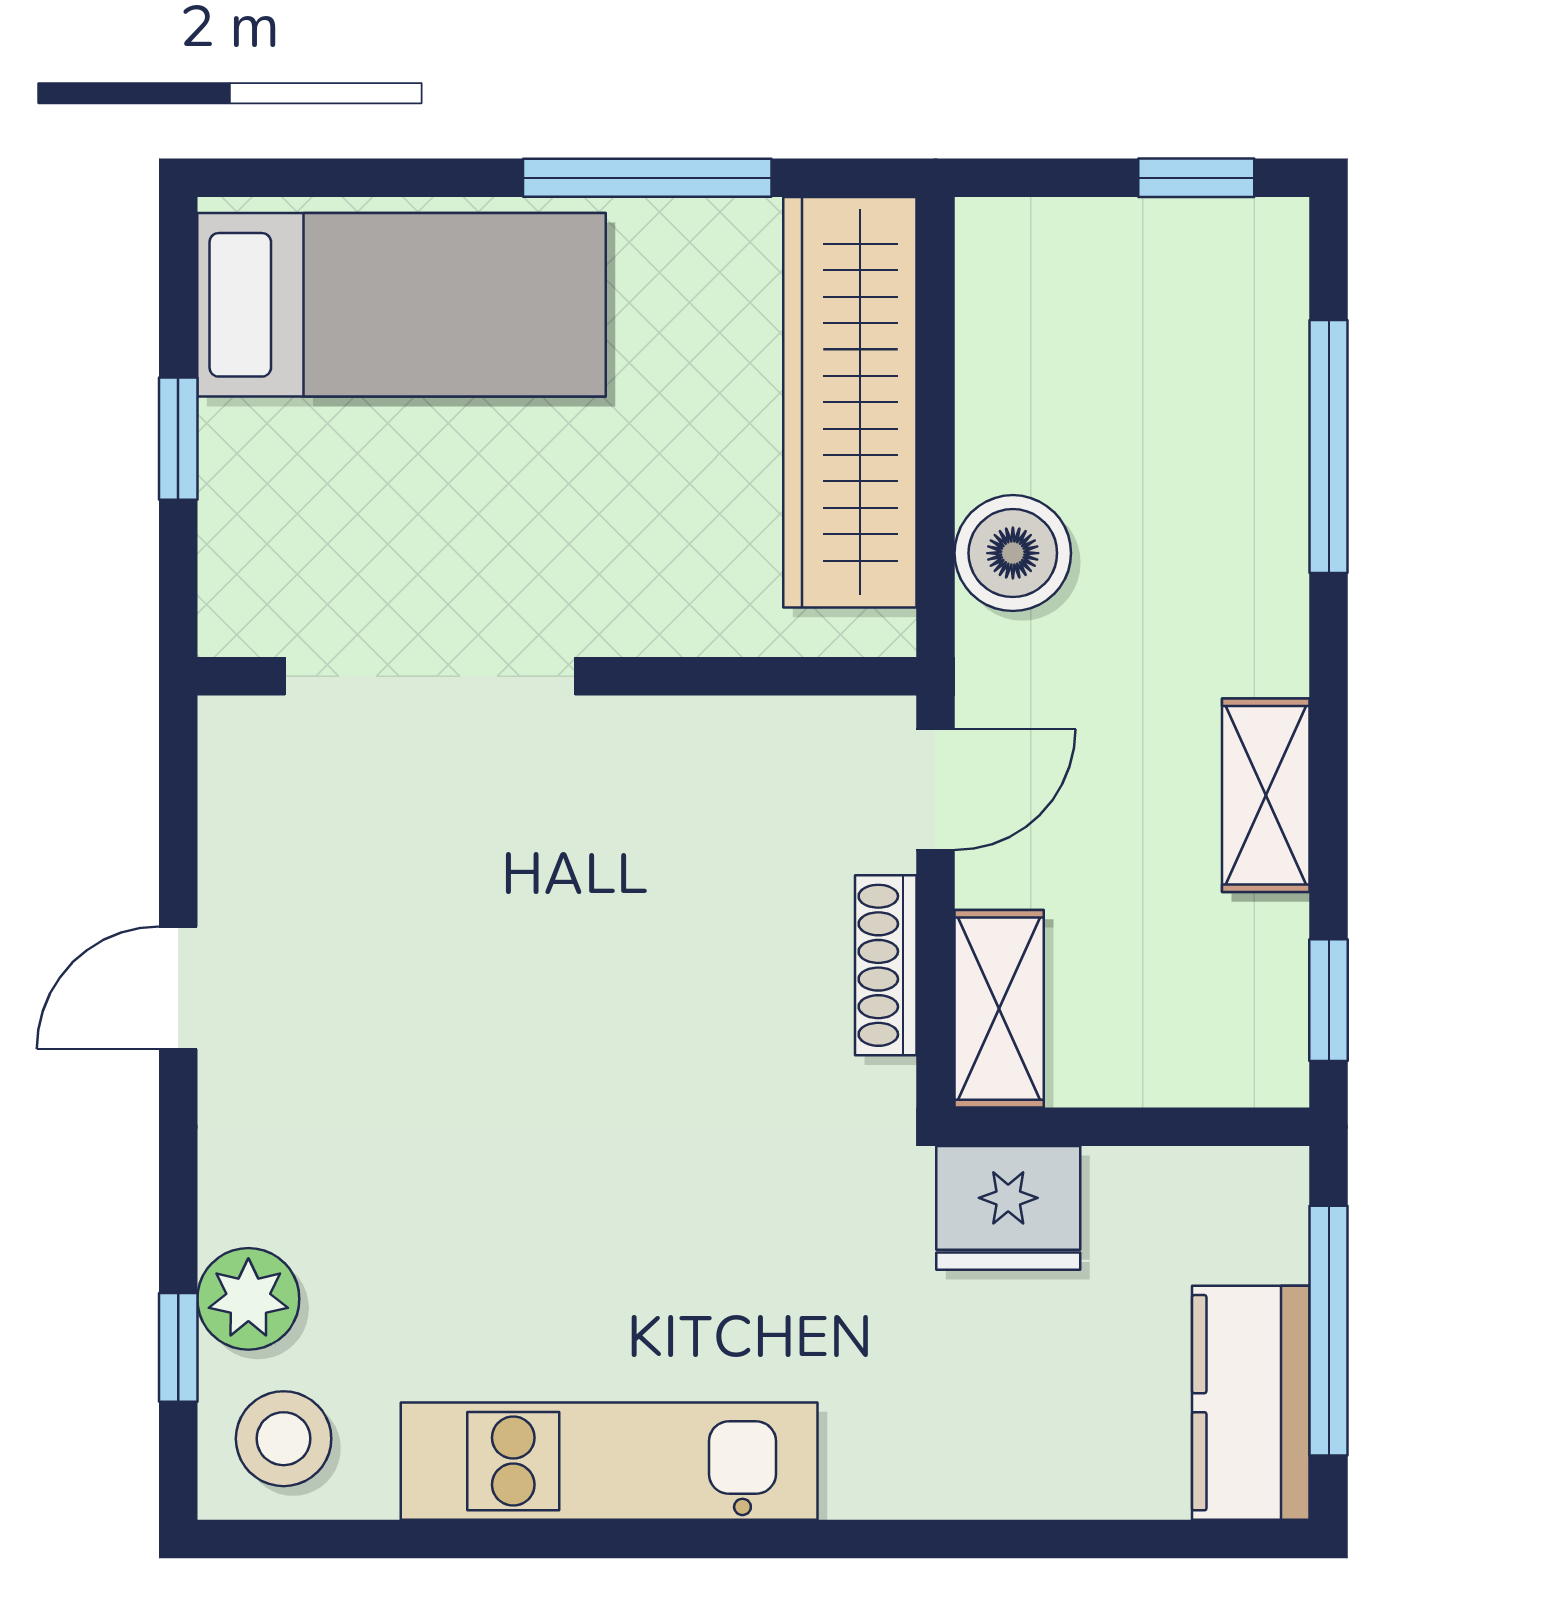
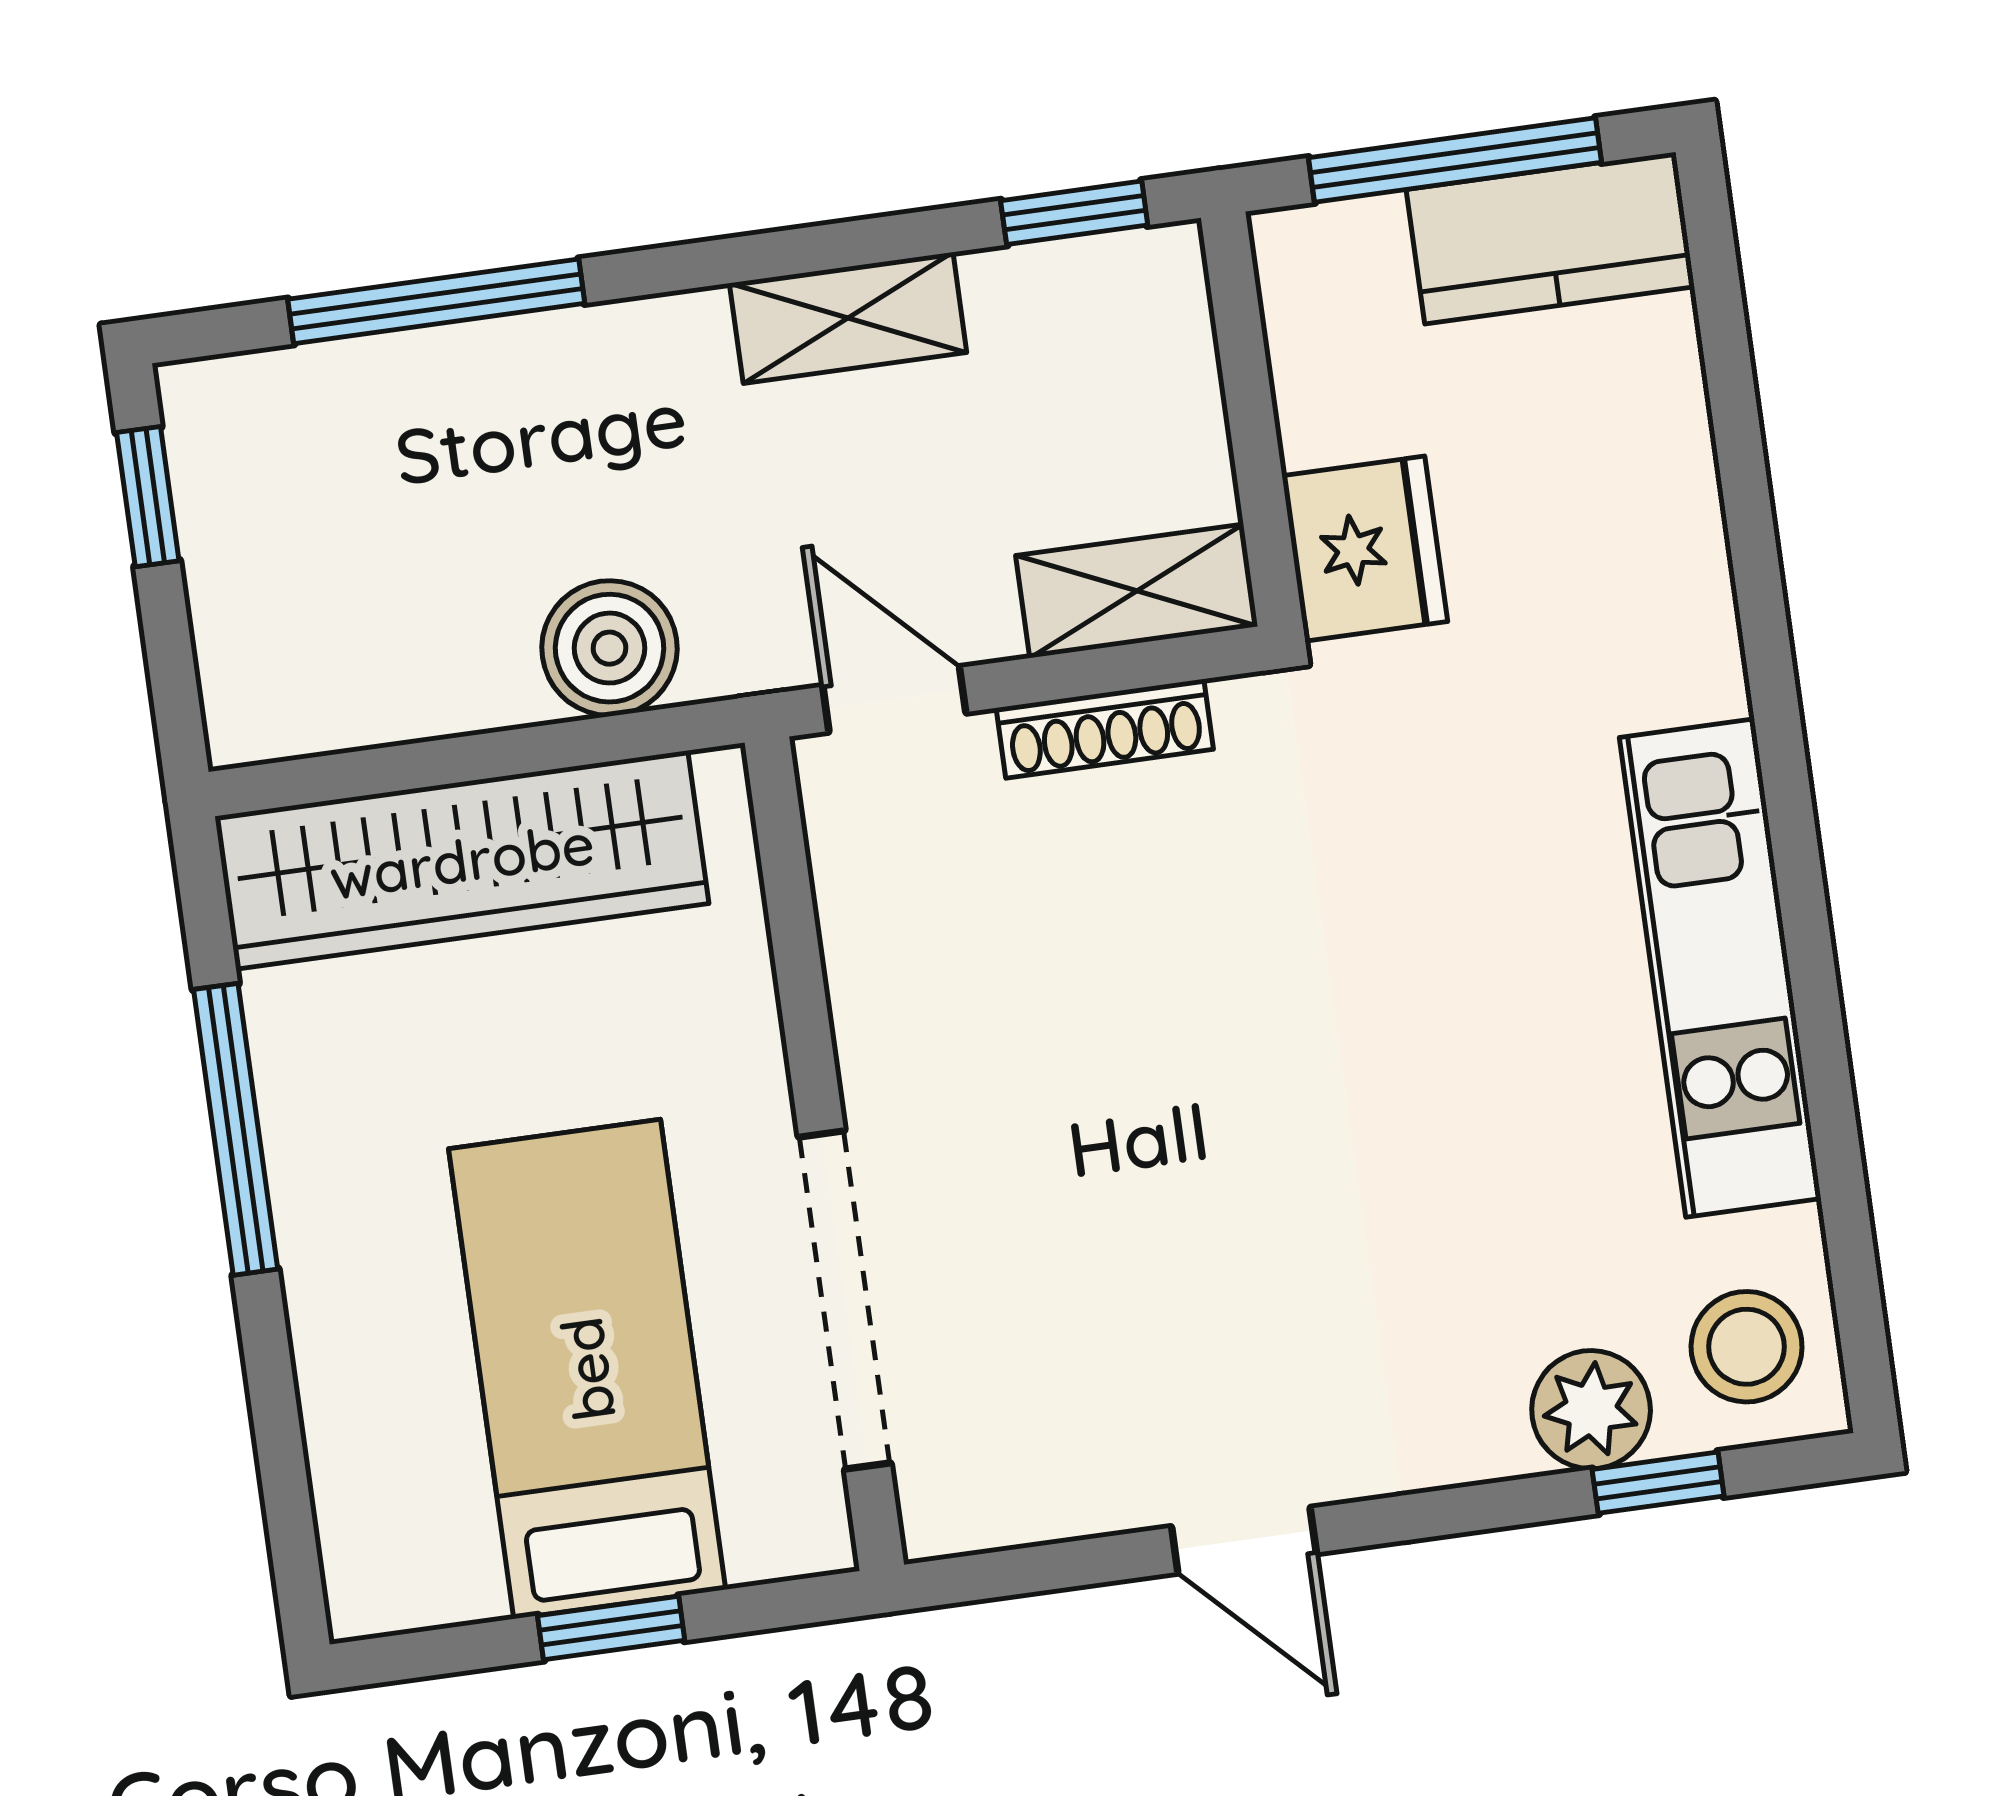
bed: (402, 305) -> (587, 1369), moved

